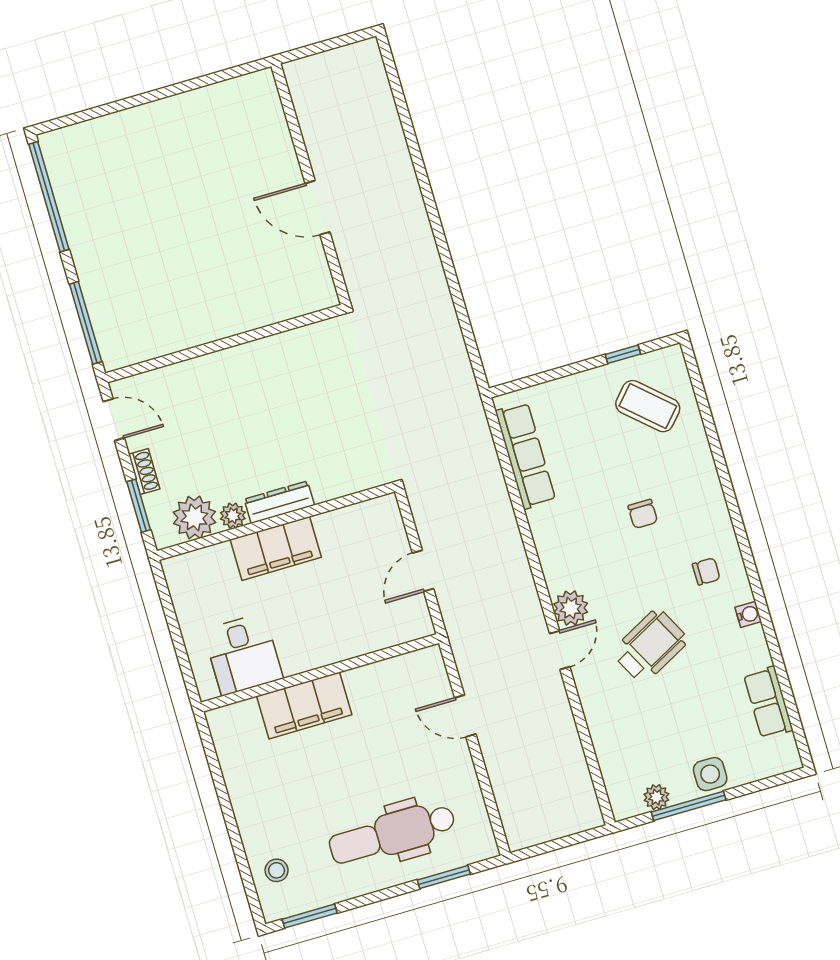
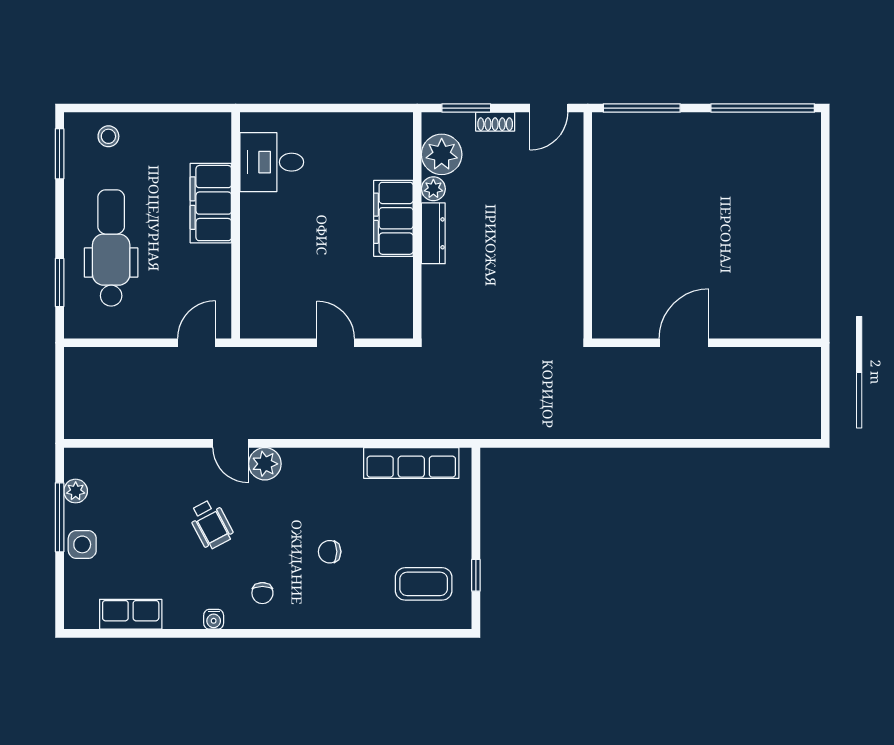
coffee table: (648, 406) -> (424, 584), turned 48
wheelchair: (650, 646) -> (211, 524), width x0.73, depth x0.73
desk: (243, 654) -> (272, 162), moved
wall: (320, 673) -> (236, 225), moved
filing cabinet: (304, 705) -> (211, 203), moved

